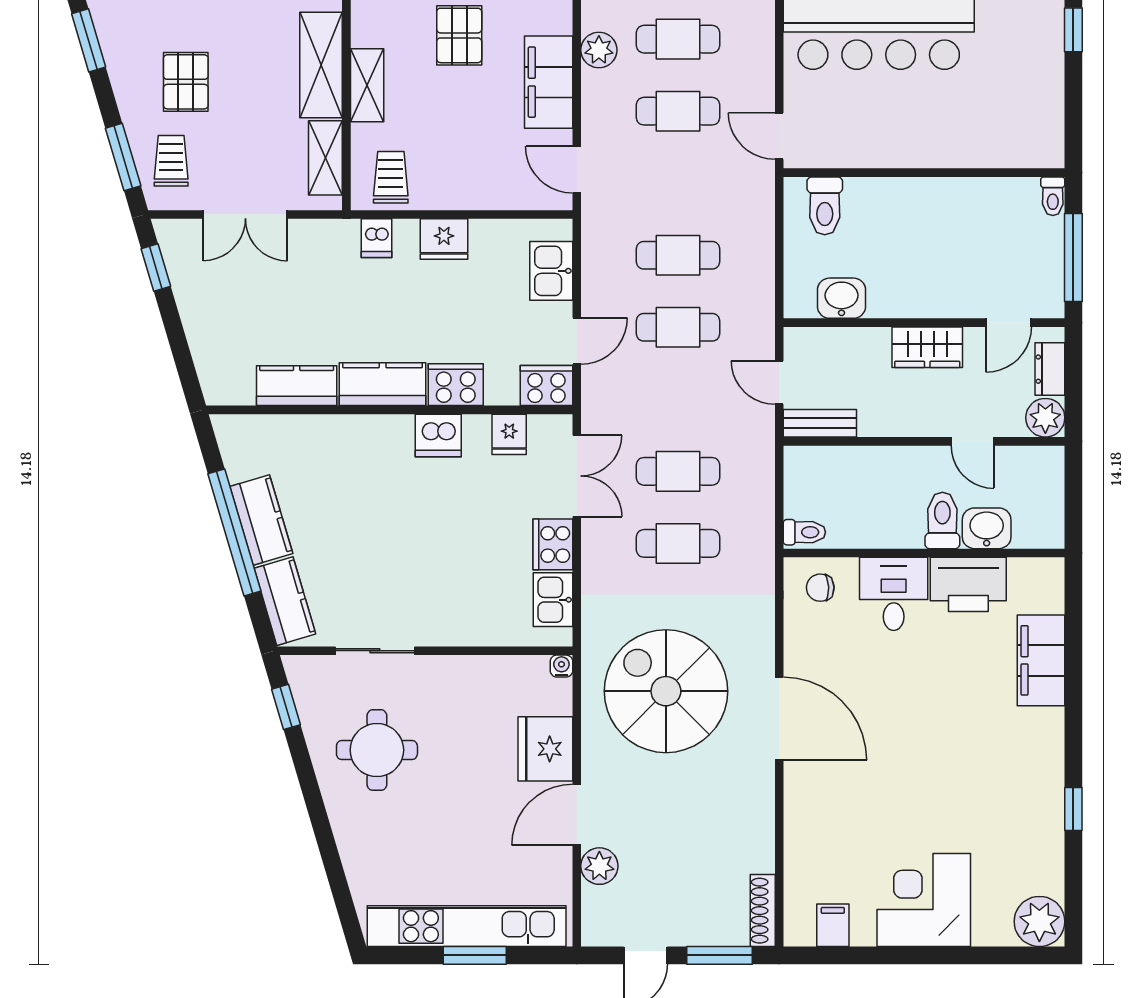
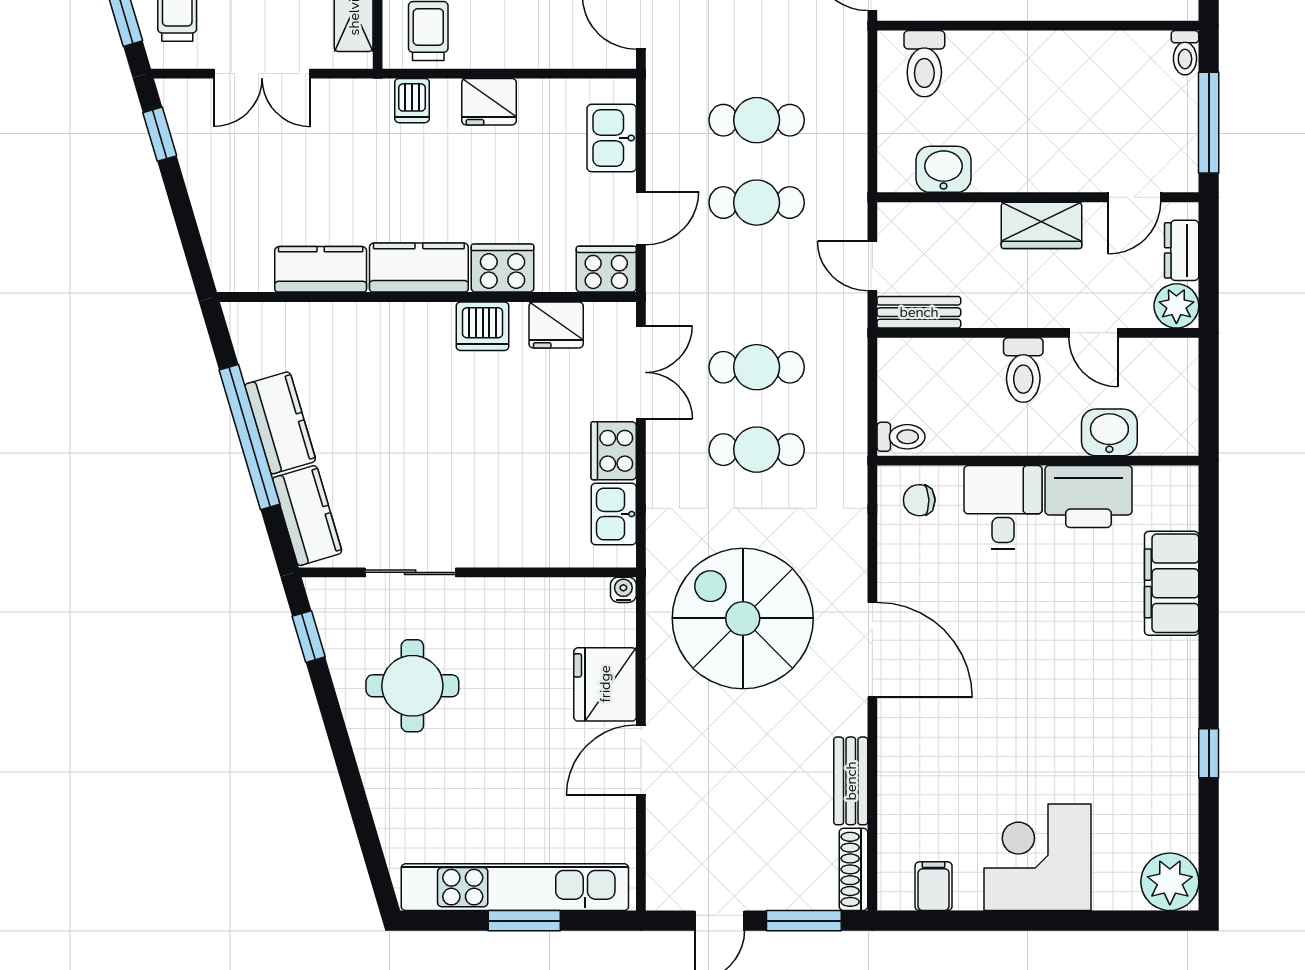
fridge: (509, 434) -> (556, 325), width x1.38
toilet: (942, 521) -> (1023, 370), moved, turned 180
bench: (760, 833) -> (851, 781), added
plant: (599, 866) -> (667, 818), removed

